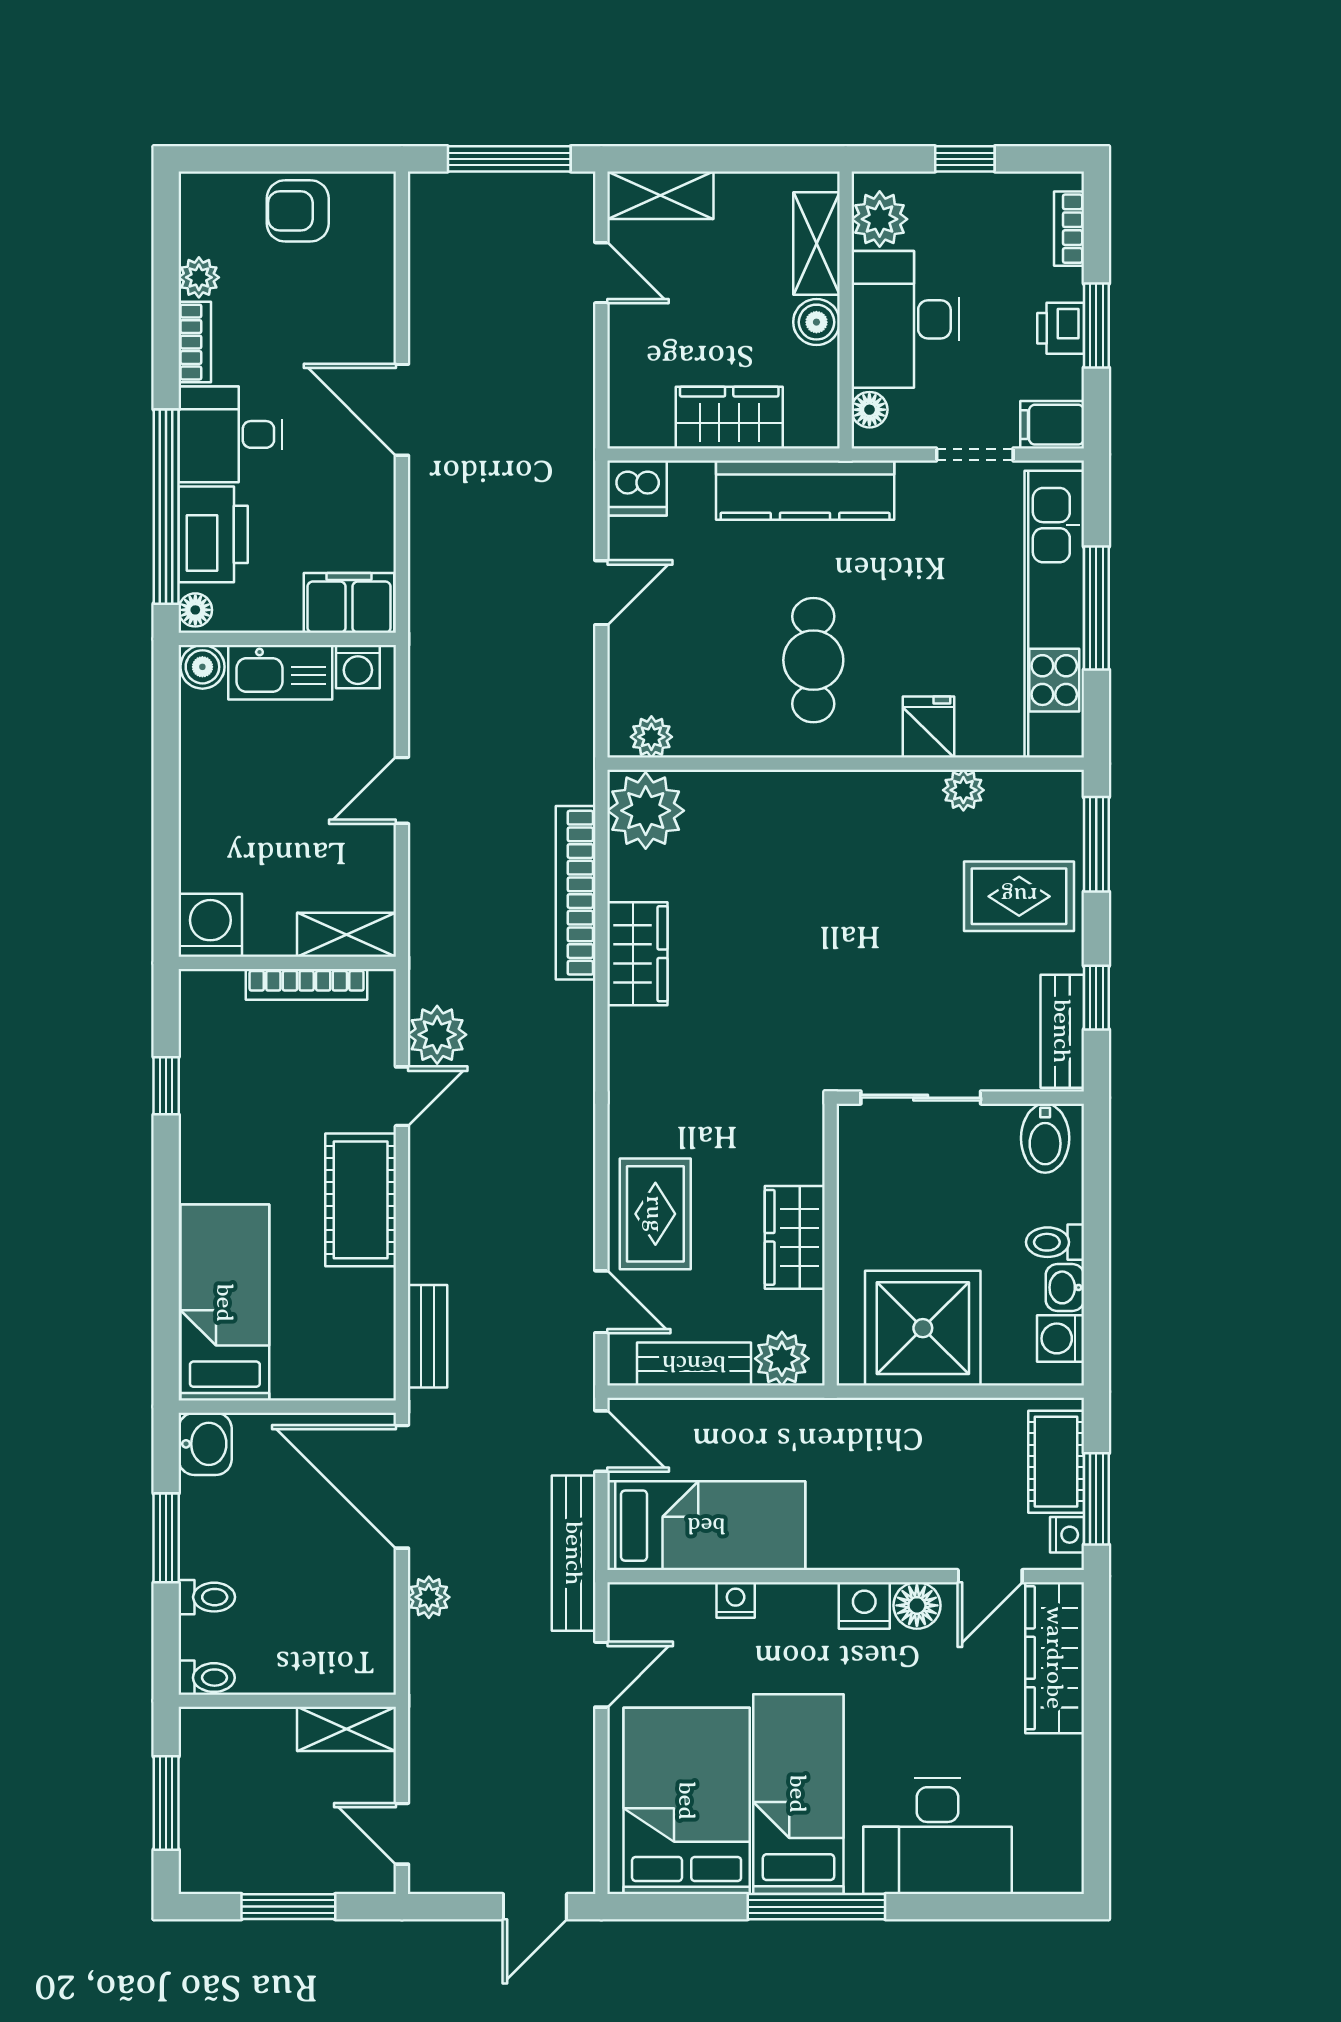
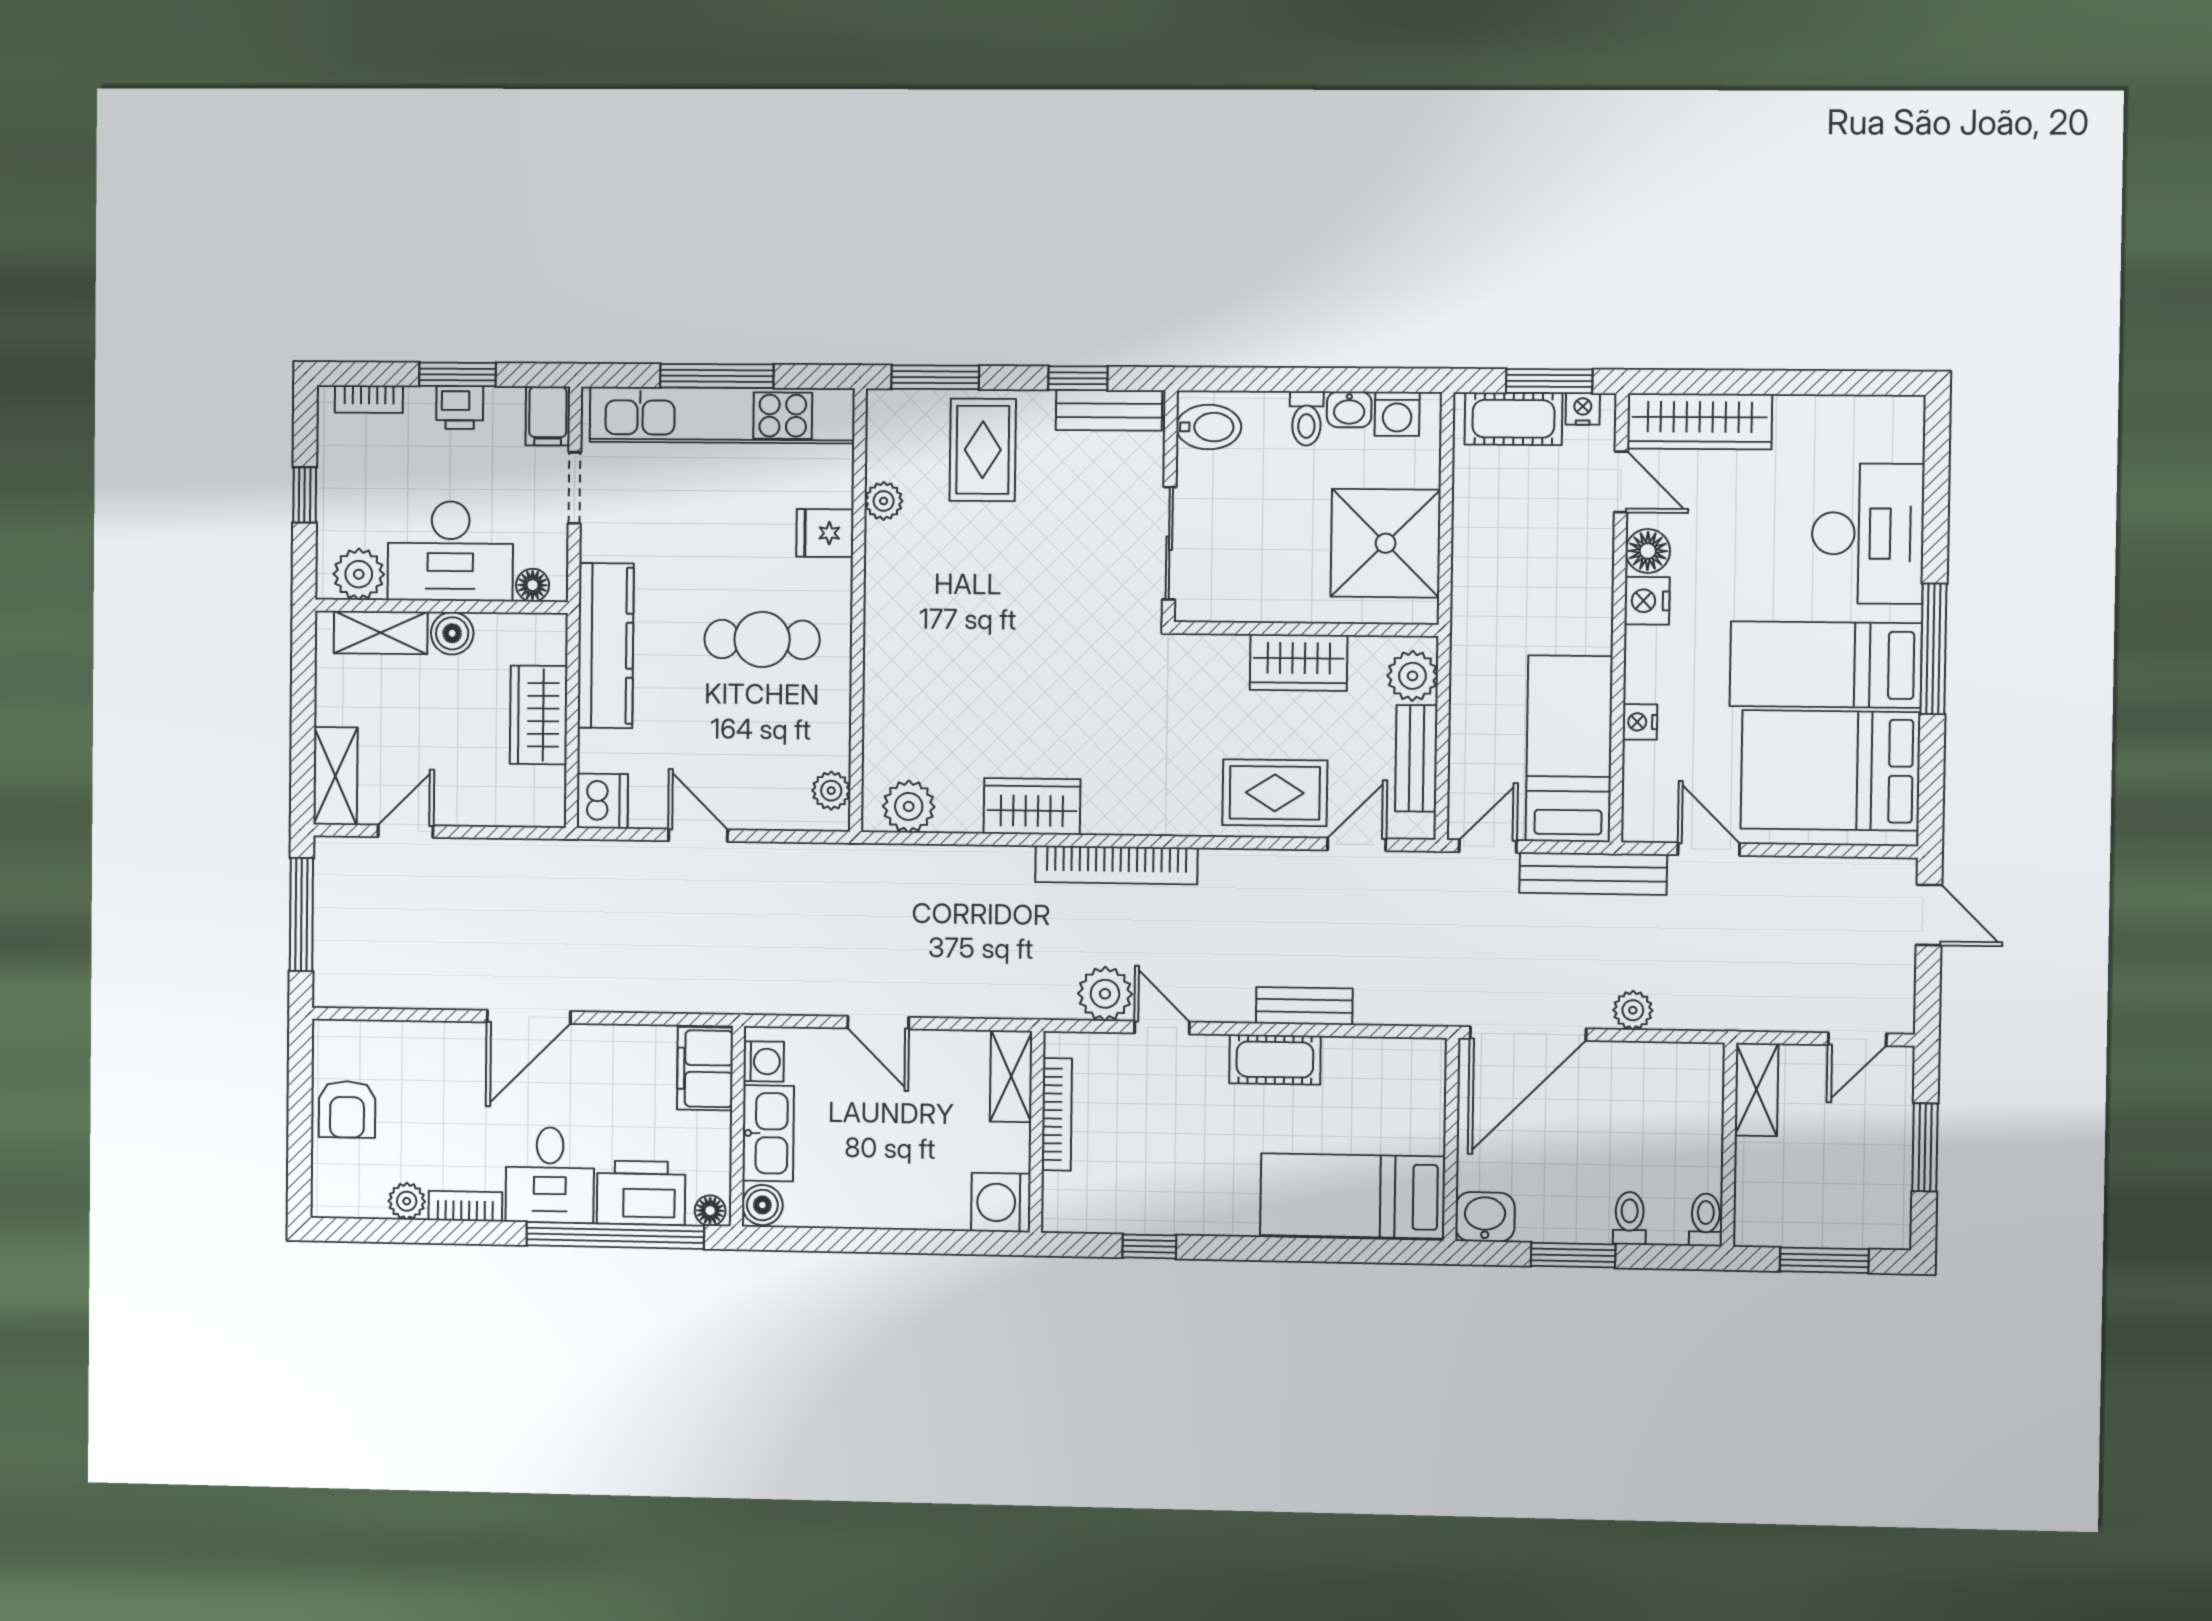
plant: (646, 811) -> (909, 806), width x0.73, depth x0.73
bookcase: (576, 893) -> (1116, 865), moved
cot: (361, 1200) -> (1275, 1060), width x0.73, depth x0.75
bench: (428, 1336) -> (1304, 1006), moved

